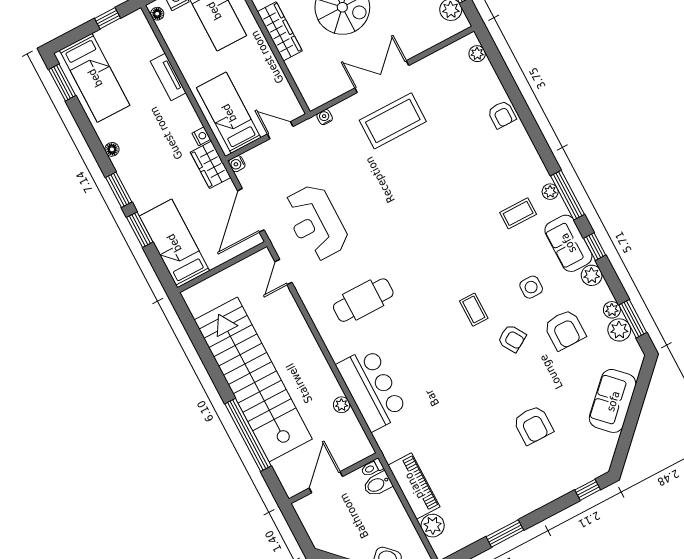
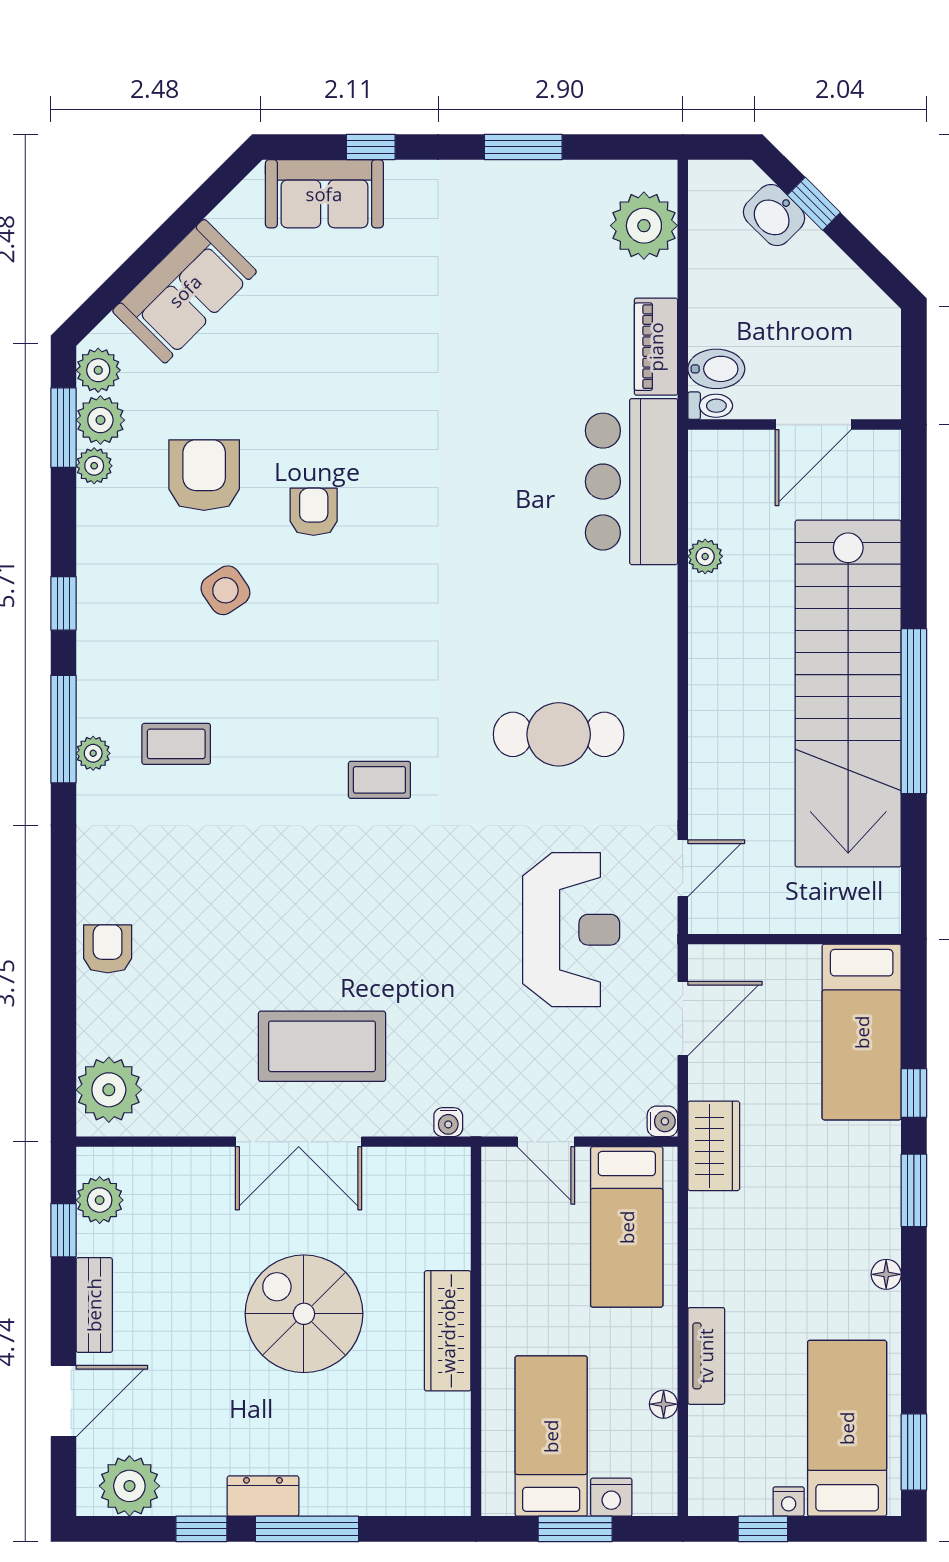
floor lamp: (157, 14) -> (664, 1404), moved
plant: (477, 54) -> (109, 1090), width x1.88, depth x1.88
nightstand: (201, 136) -> (789, 1501), moved, turned -90
door: (251, 210) -> (683, 1019), width x0.73
window: (140, 230) -> (914, 1093), width x0.67
sofa: (568, 243) -> (324, 194), moved, turned 90
plant: (592, 275) -> (98, 370), moved
side table: (531, 287) -> (225, 590), turned -34
coffee table: (474, 310) -> (379, 780), moved, turned 90
armchair: (512, 338) -> (314, 512), turned 31
bar counter: (372, 389) -> (631, 482), moved
armchair: (533, 425) -> (360, 325), removed
window: (248, 435) -> (914, 711), moved
piano: (414, 486) -> (656, 347), width x0.73, depth x0.75
window: (588, 490) -> (371, 147), moved
plant: (433, 526) -> (644, 226), width x1.36, depth x1.36

